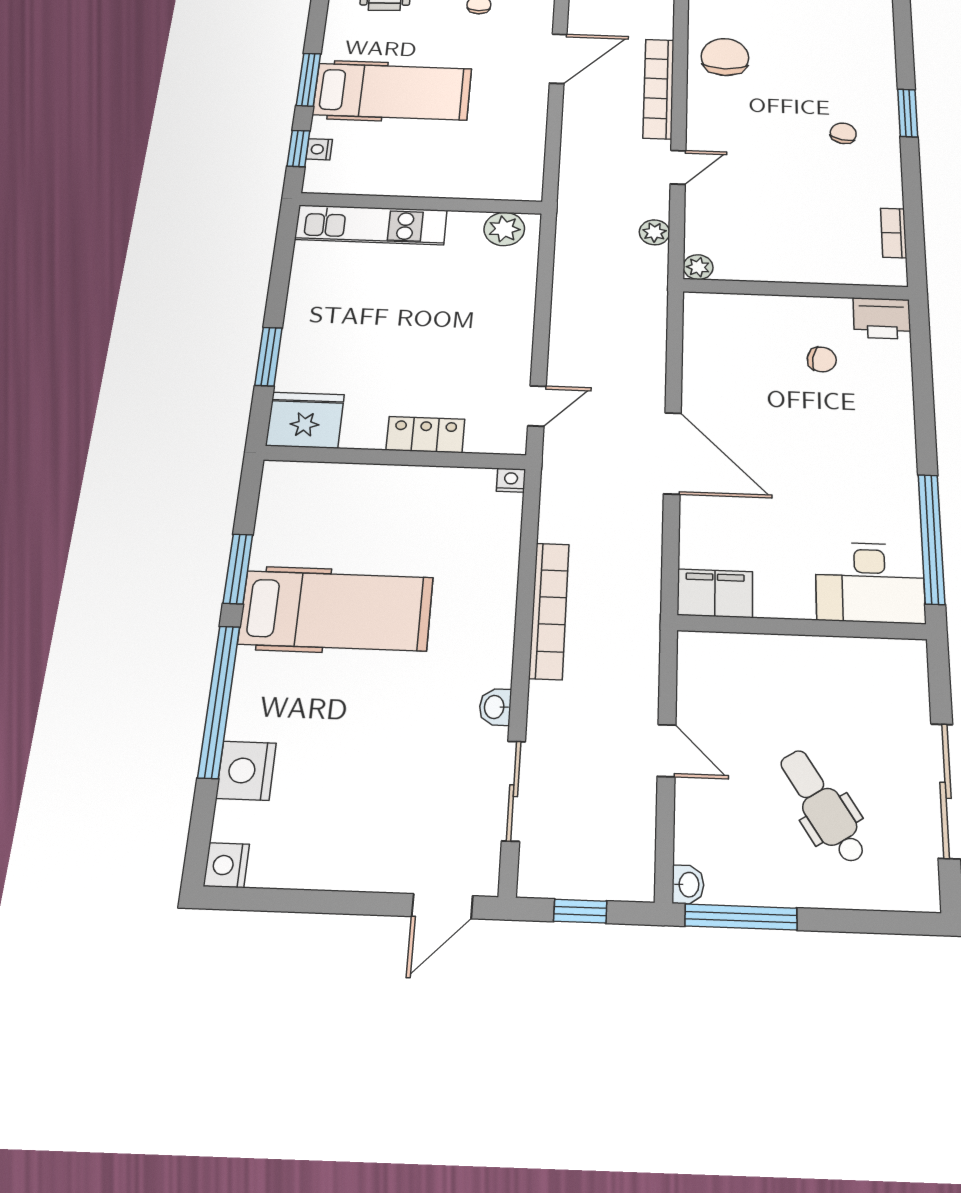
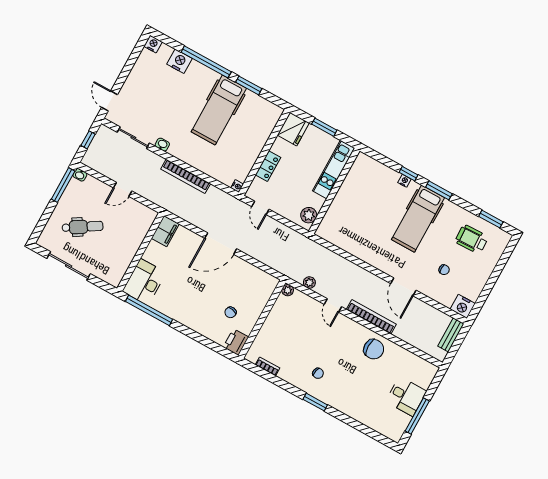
wall: (421, 203) -> (334, 191), moved
kitchen unit: (371, 225) -> (334, 169), moved
plant: (504, 229) -> (309, 215), moved

